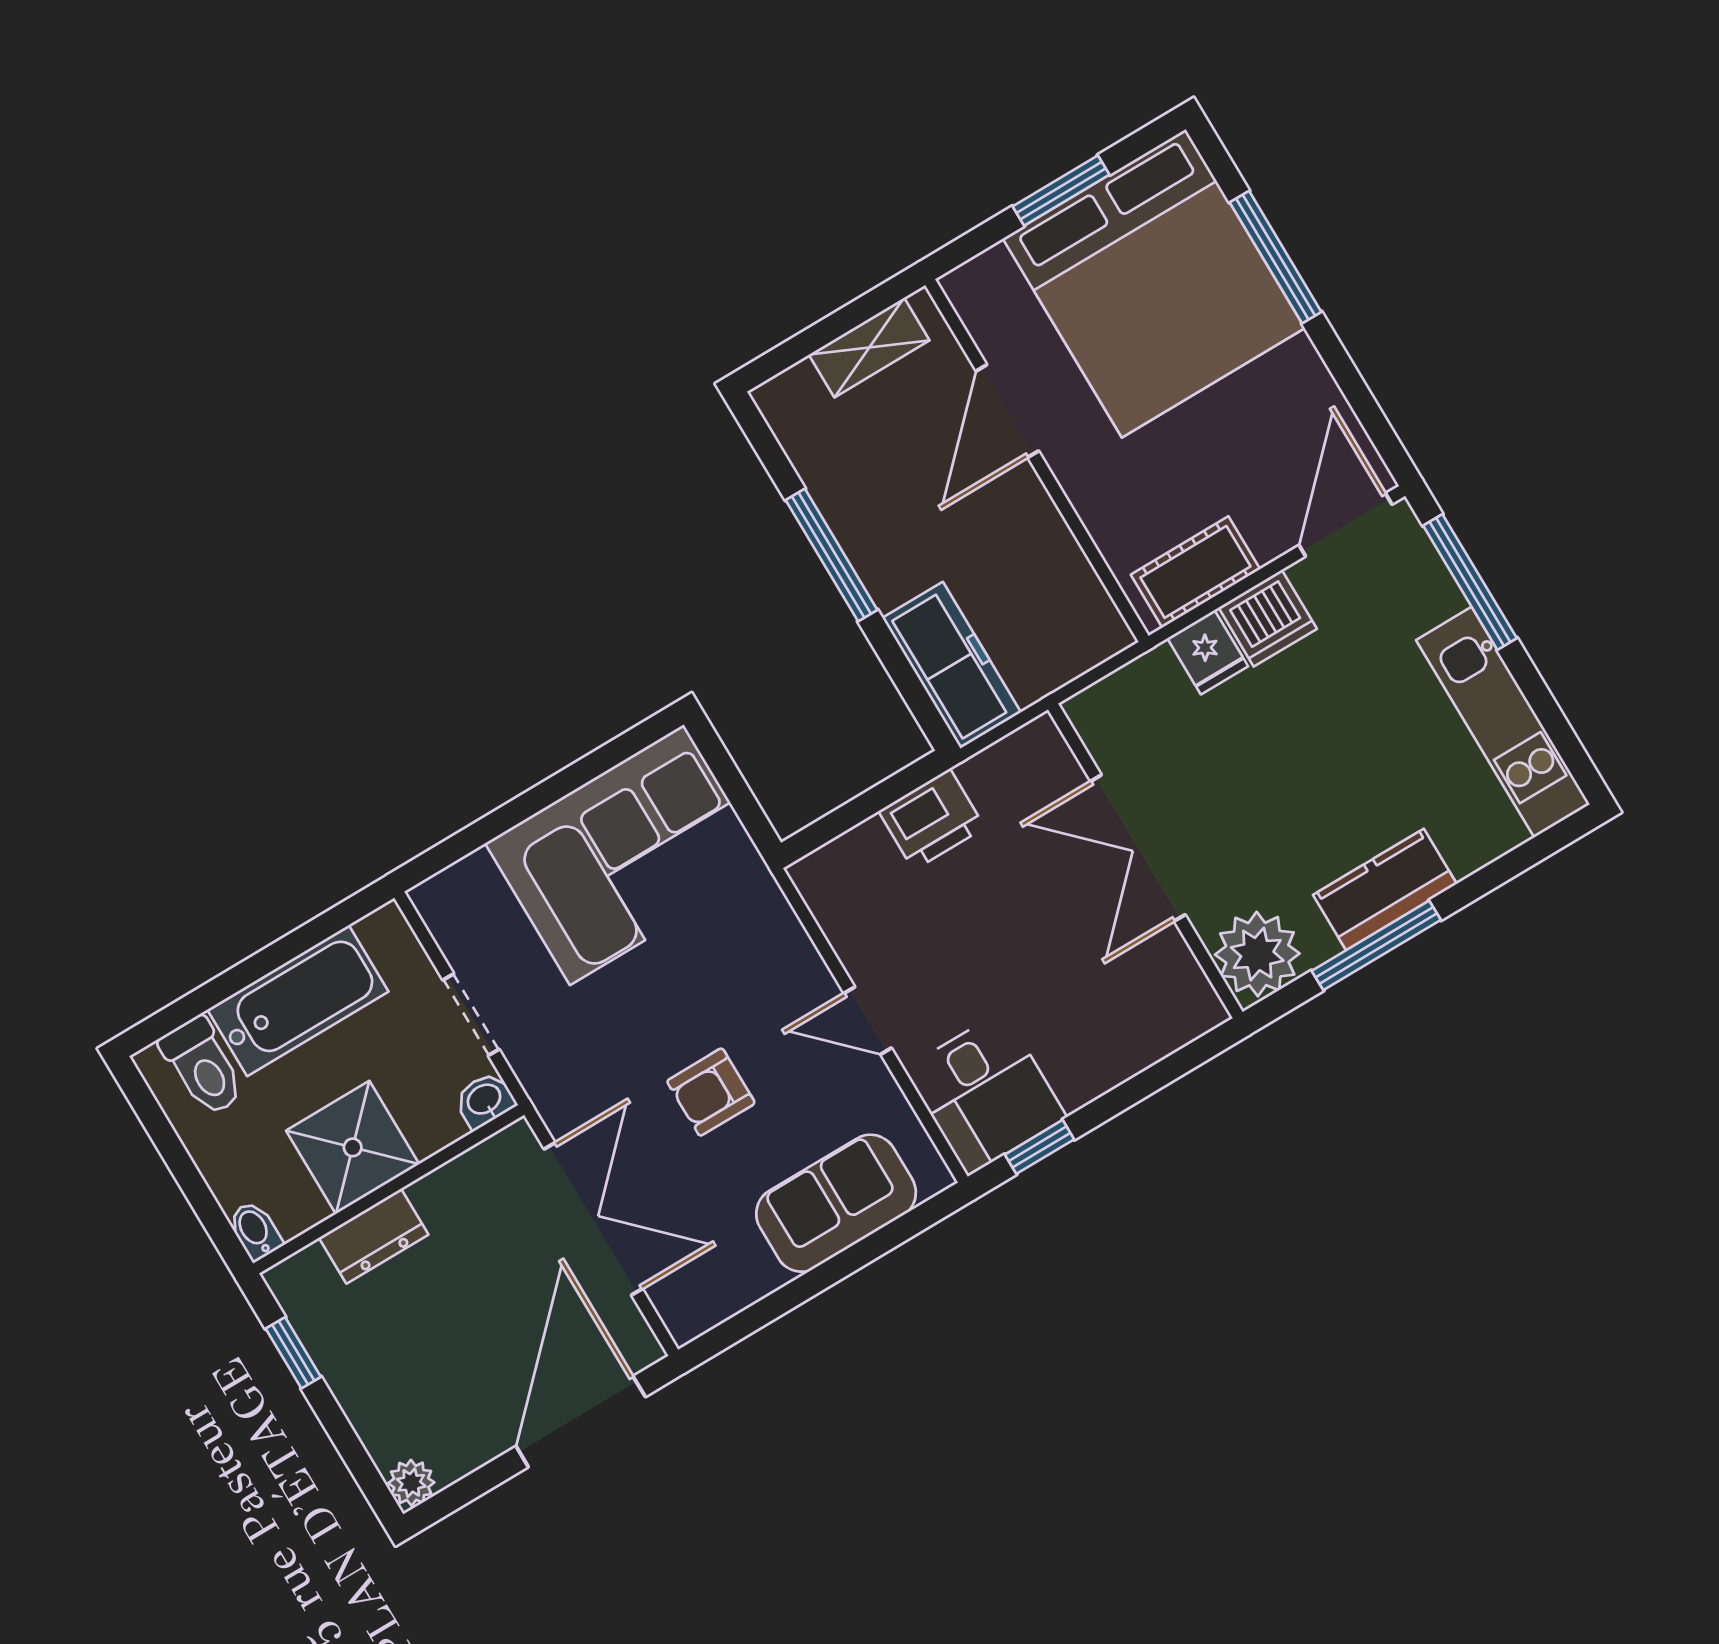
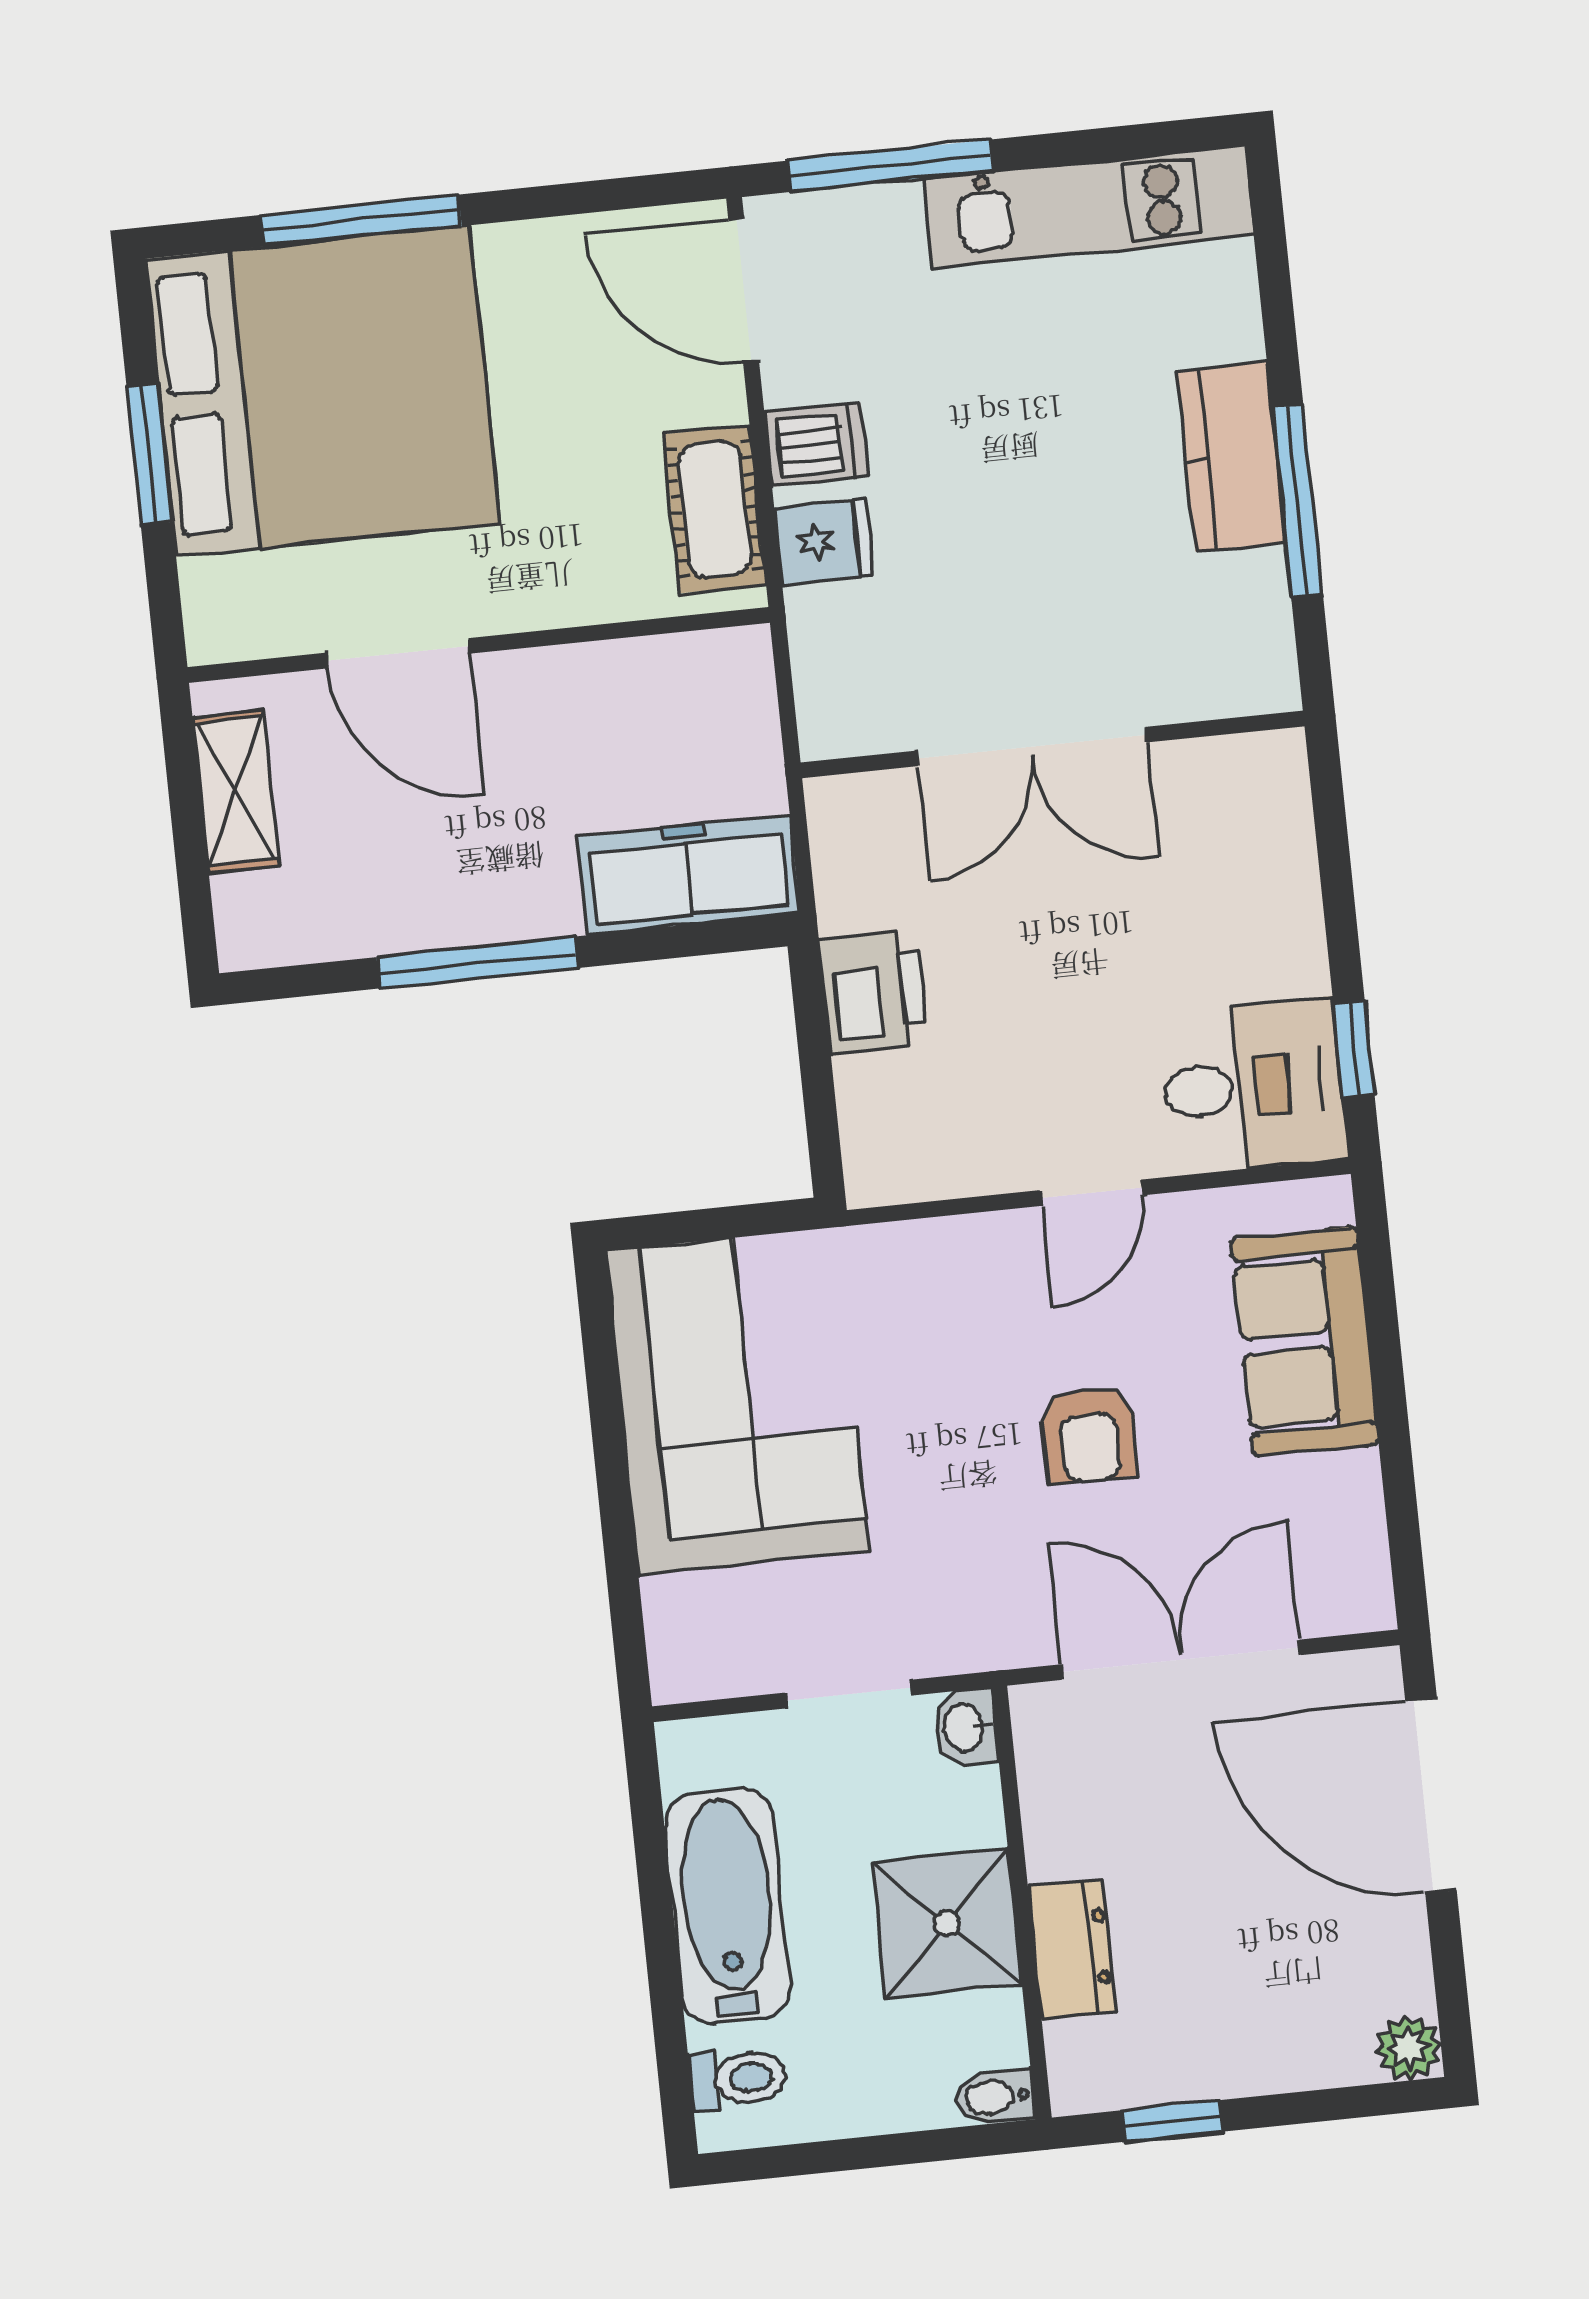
dishwasher: (1268, 618) -> (816, 445), width x0.73
plant: (1257, 954) -> (1238, 657), removed
toilet: (203, 1067) -> (738, 2079), width x0.73, depth x0.72

